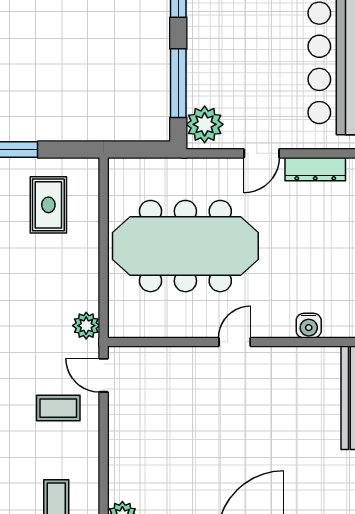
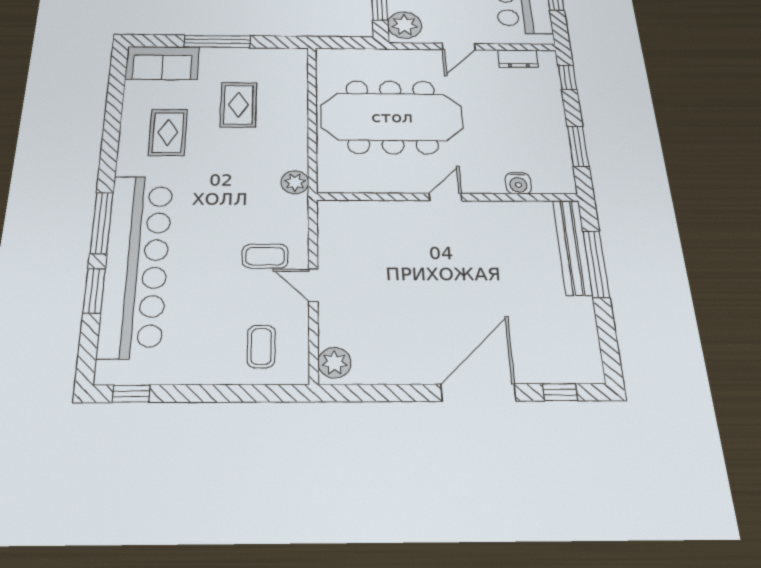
dresser: (315, 169) -> (518, 59), width x0.70
rug: (48, 205) -> (238, 105), moved
door: (104, 375) -> (313, 285), moved

